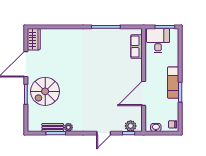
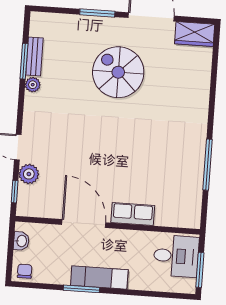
row of seats: (136, 47) -> (133, 214), moved
spiral stairs: (45, 91) -> (118, 72), moved
plant: (131, 126) -> (29, 174), moved

